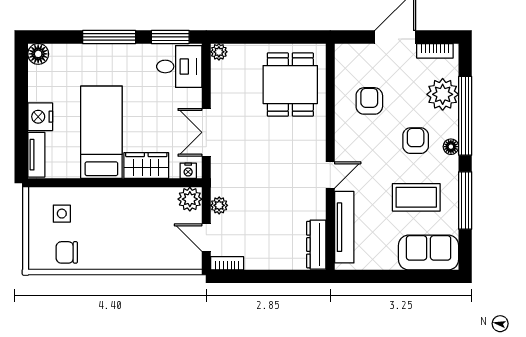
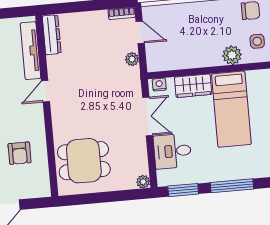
desk: (179, 66) -> (172, 151), moved
dining table: (290, 85) -> (84, 161), turned 90
plant: (190, 199) -> (232, 55), moved

